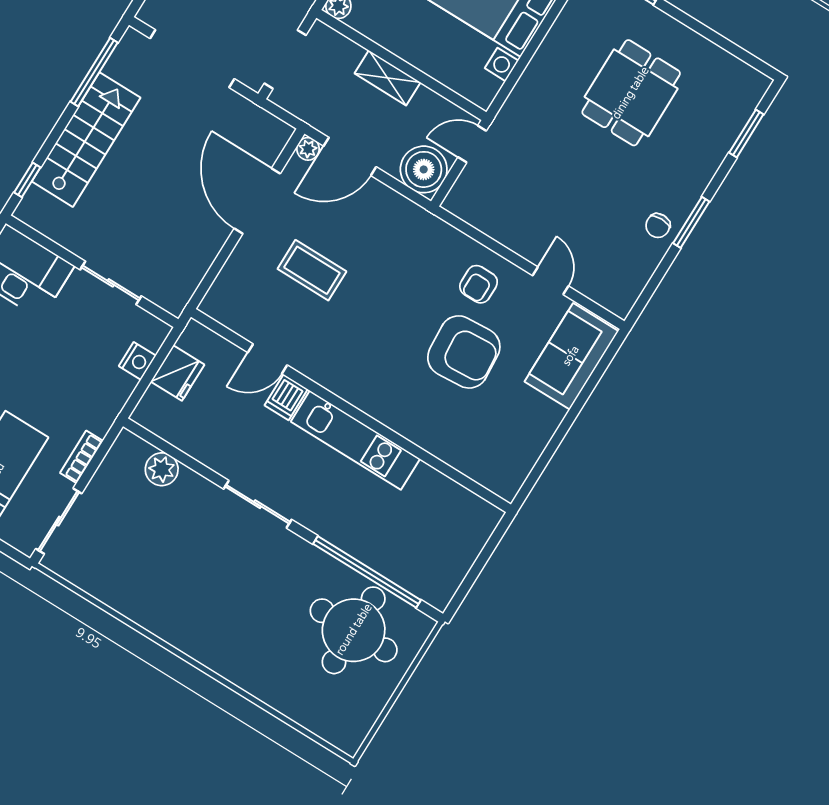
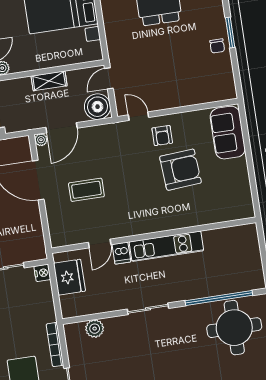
door: (550, 281) -> (138, 116), moved
nightstand: (137, 361) -> (42, 273), moved
fridge: (178, 373) -> (69, 277), width x1.36, depth x1.34
bookcase: (81, 457) -> (55, 345), width x1.56

